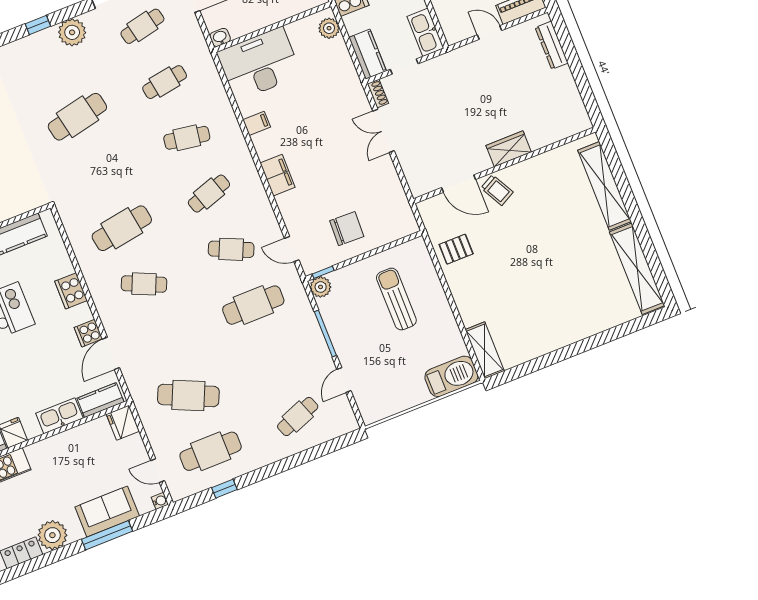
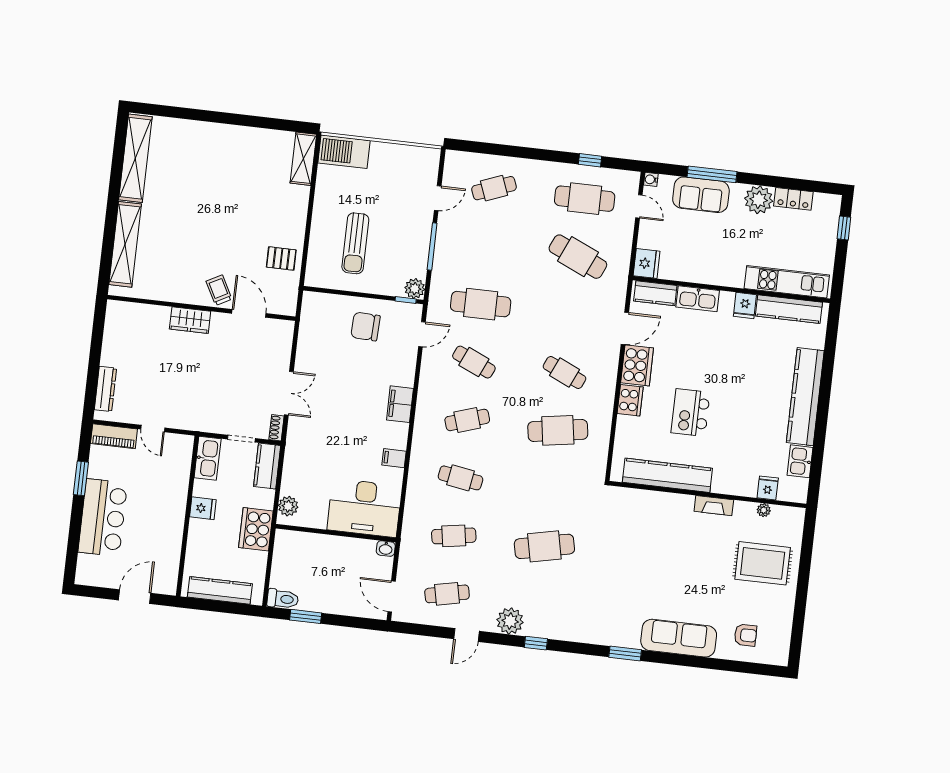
door: (292, 249) -> (422, 334), hinge flipped
cooker: (88, 333) -> (637, 365), width x1.87, depth x1.31

